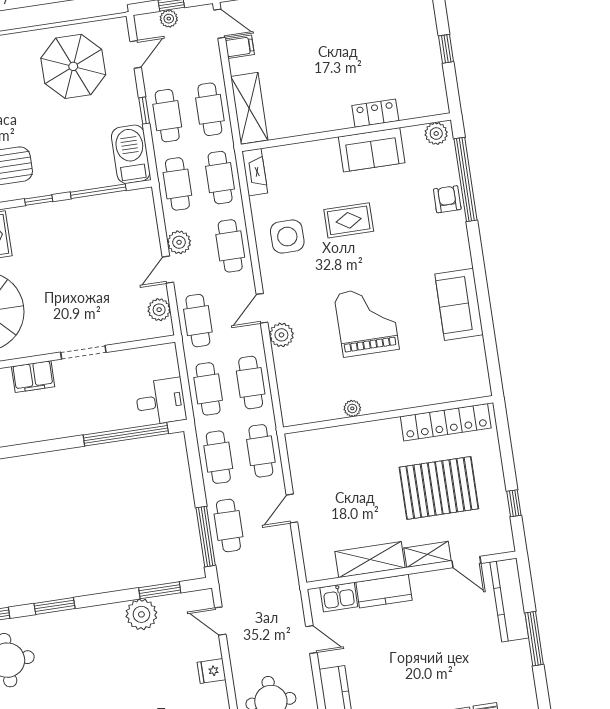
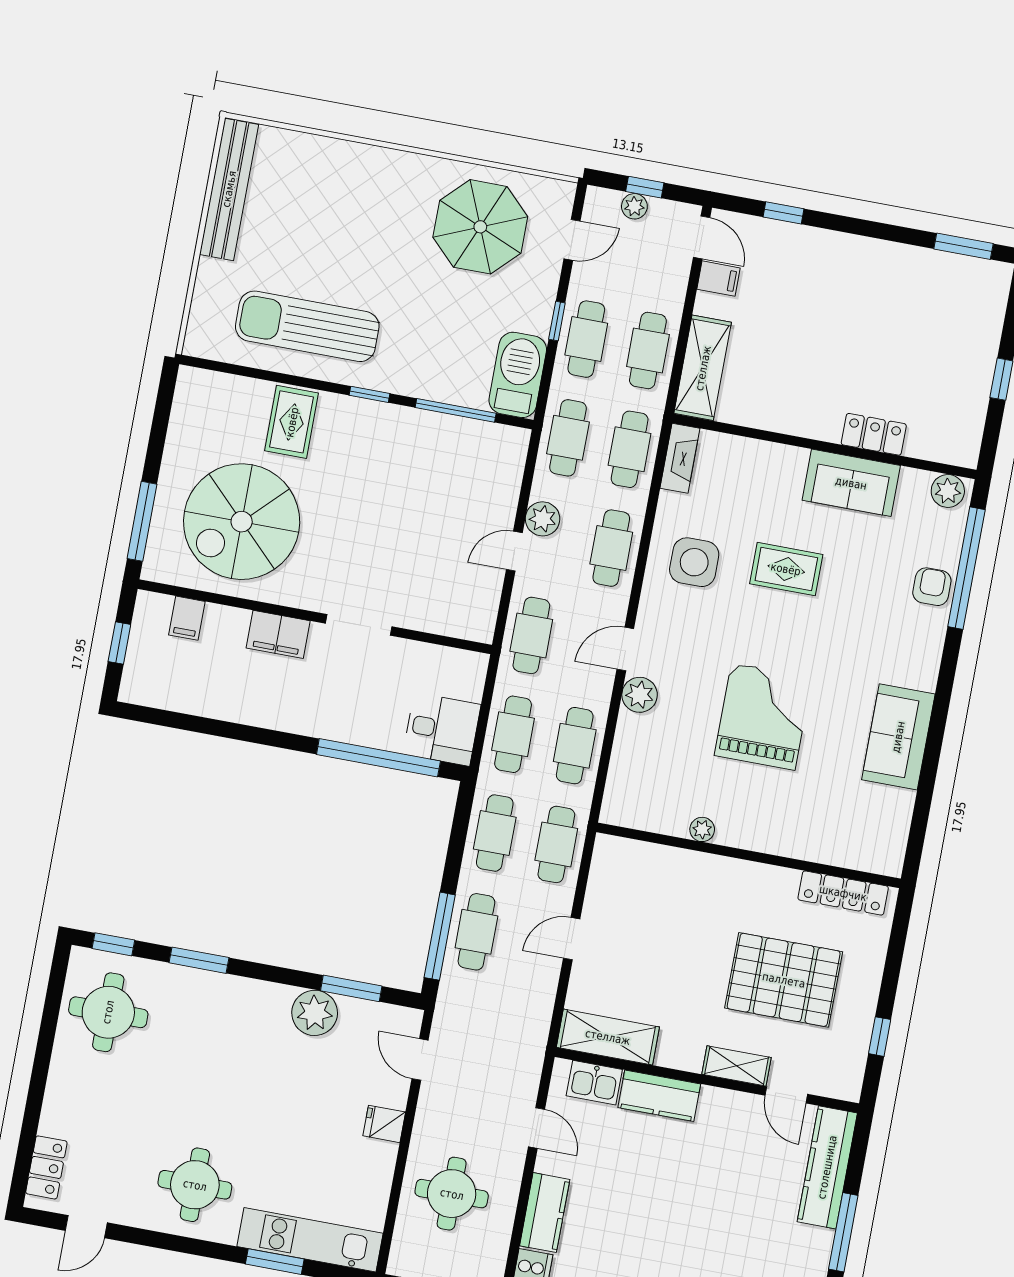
plant: (159, 310) -> (483, 602), removed
locker: (446, 422) -> (843, 893), width x0.71, depth x0.83
shelving: (370, 560) -> (608, 1037), moved

